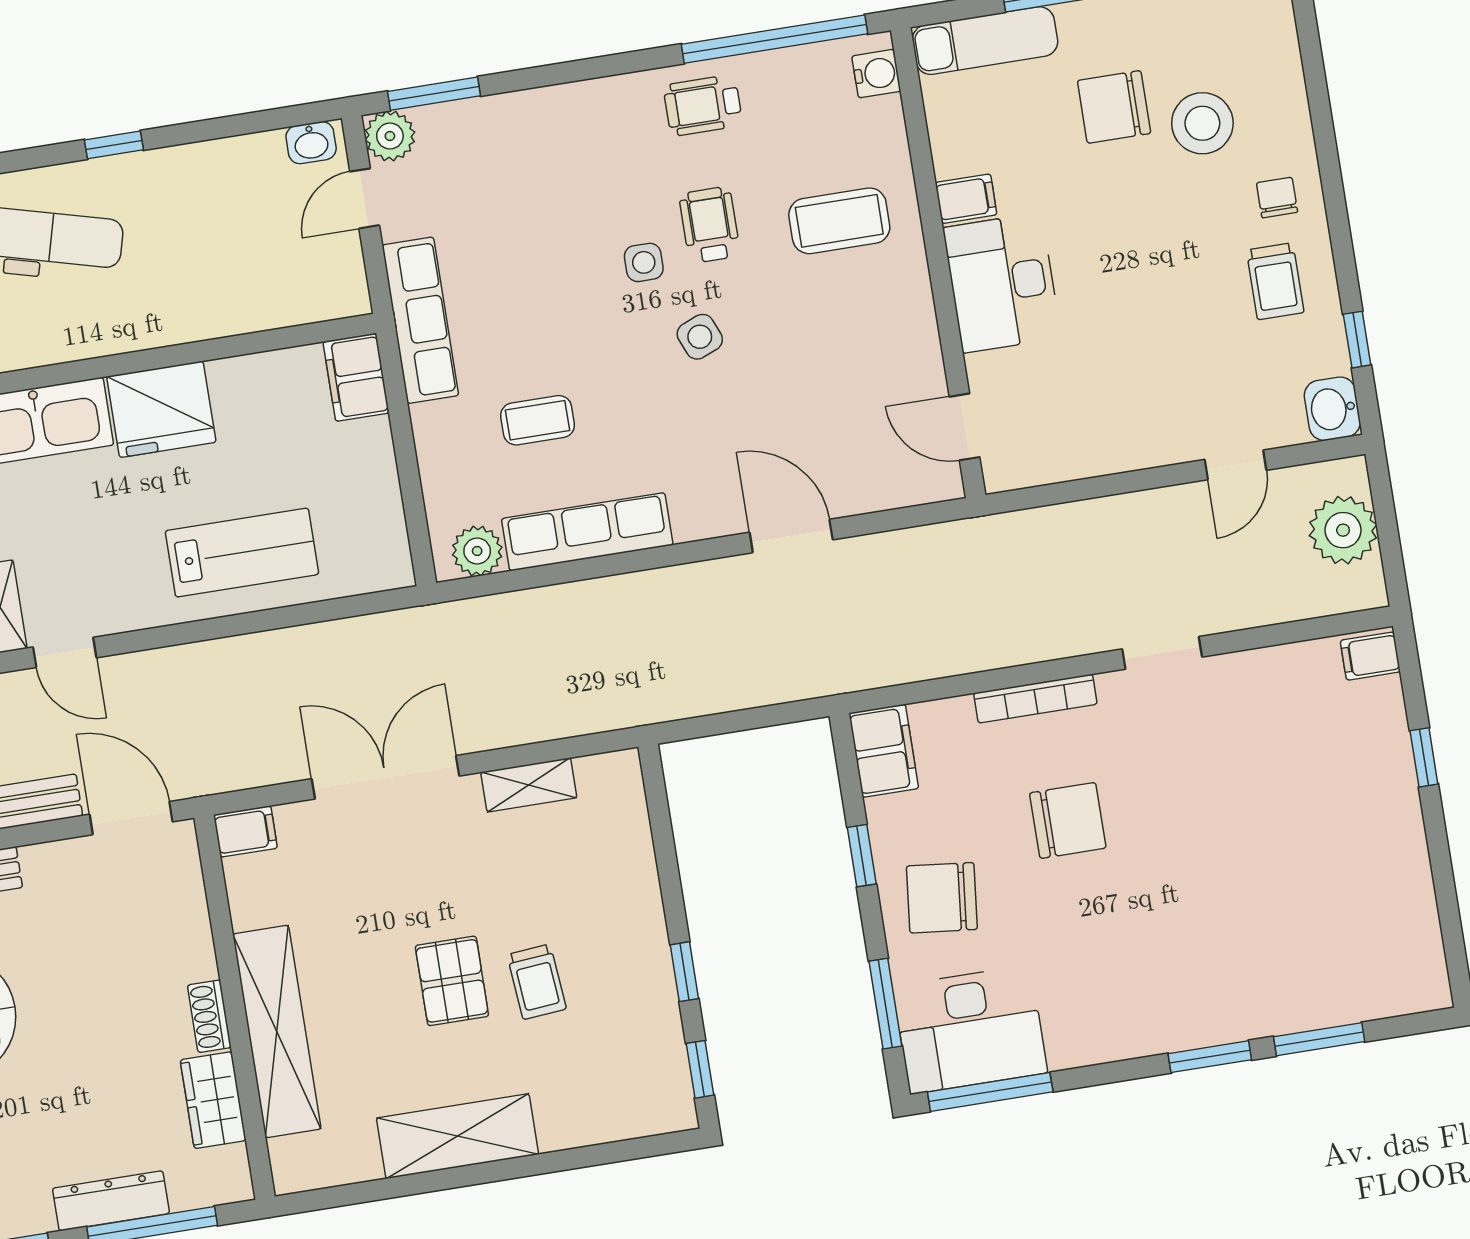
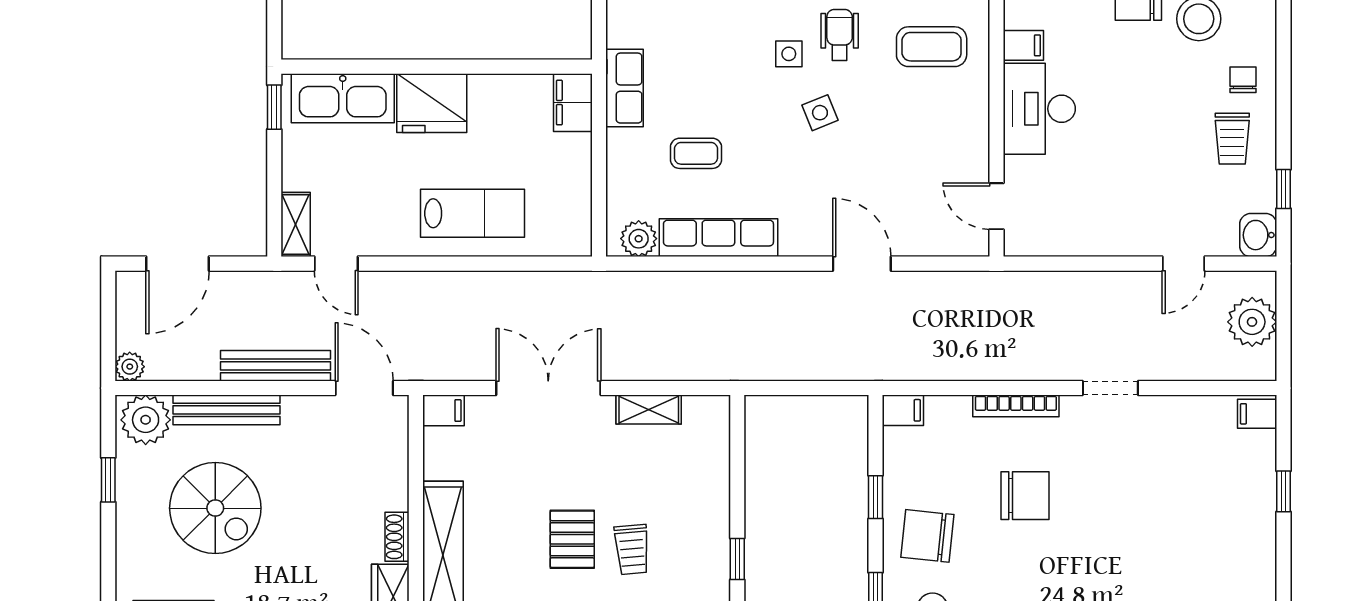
row of seats: (420, 320) -> (625, 88), width x0.68
filing cabinet: (884, 751) -> (903, 410), width x0.50

